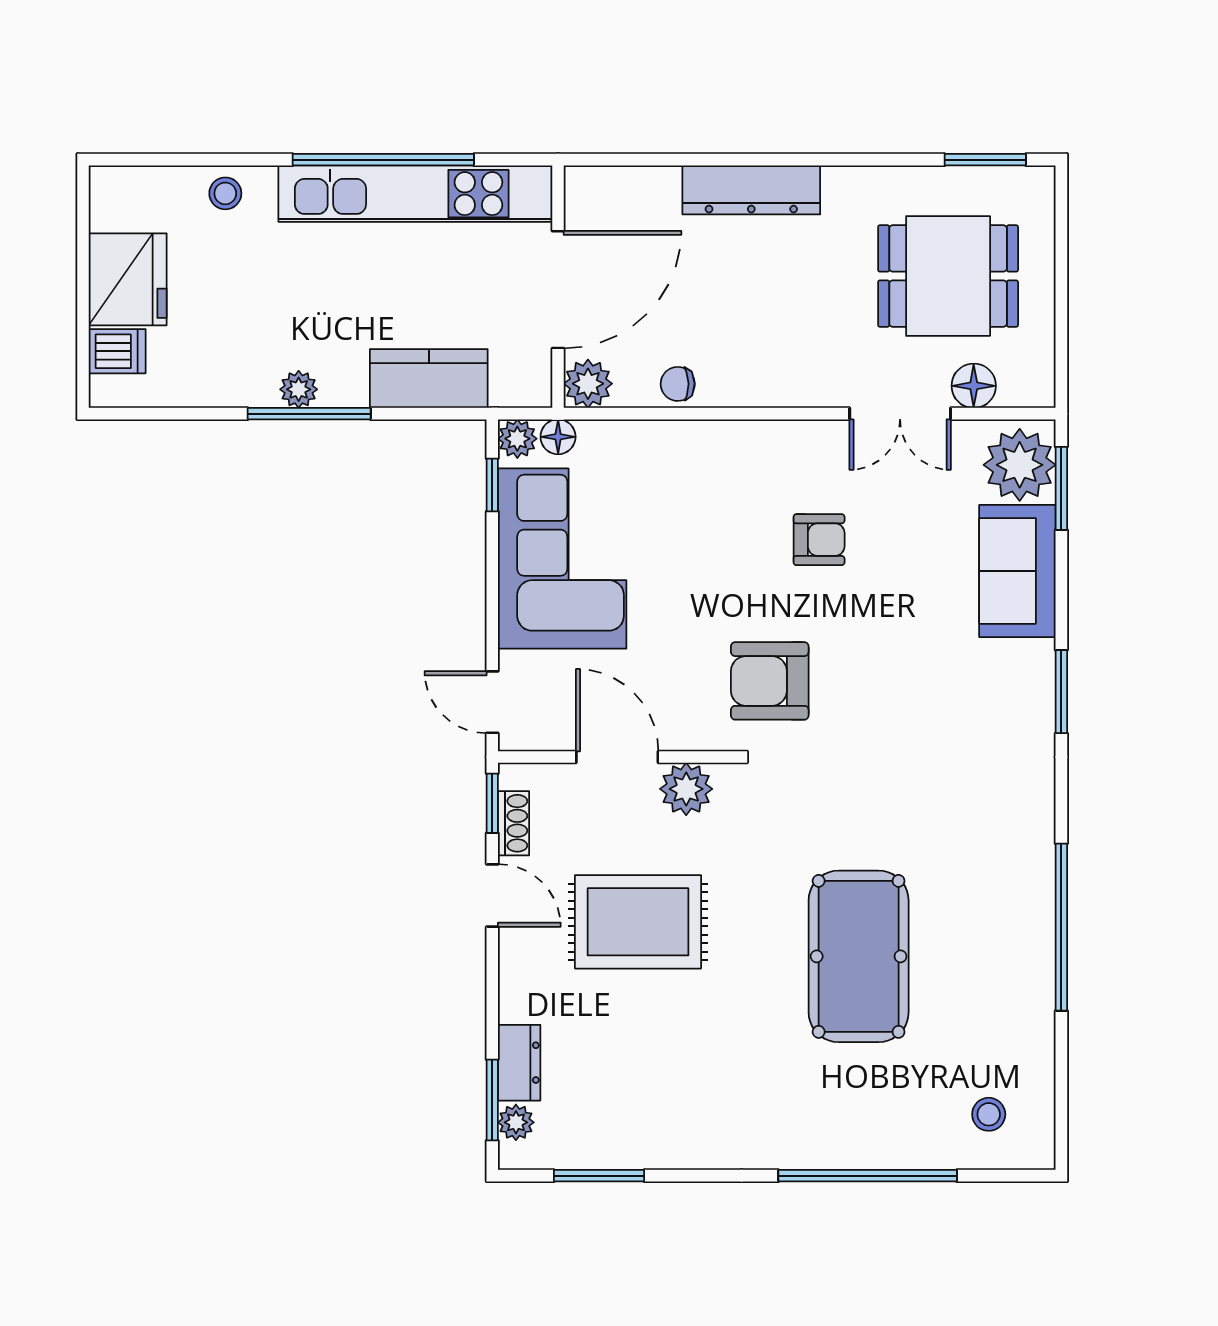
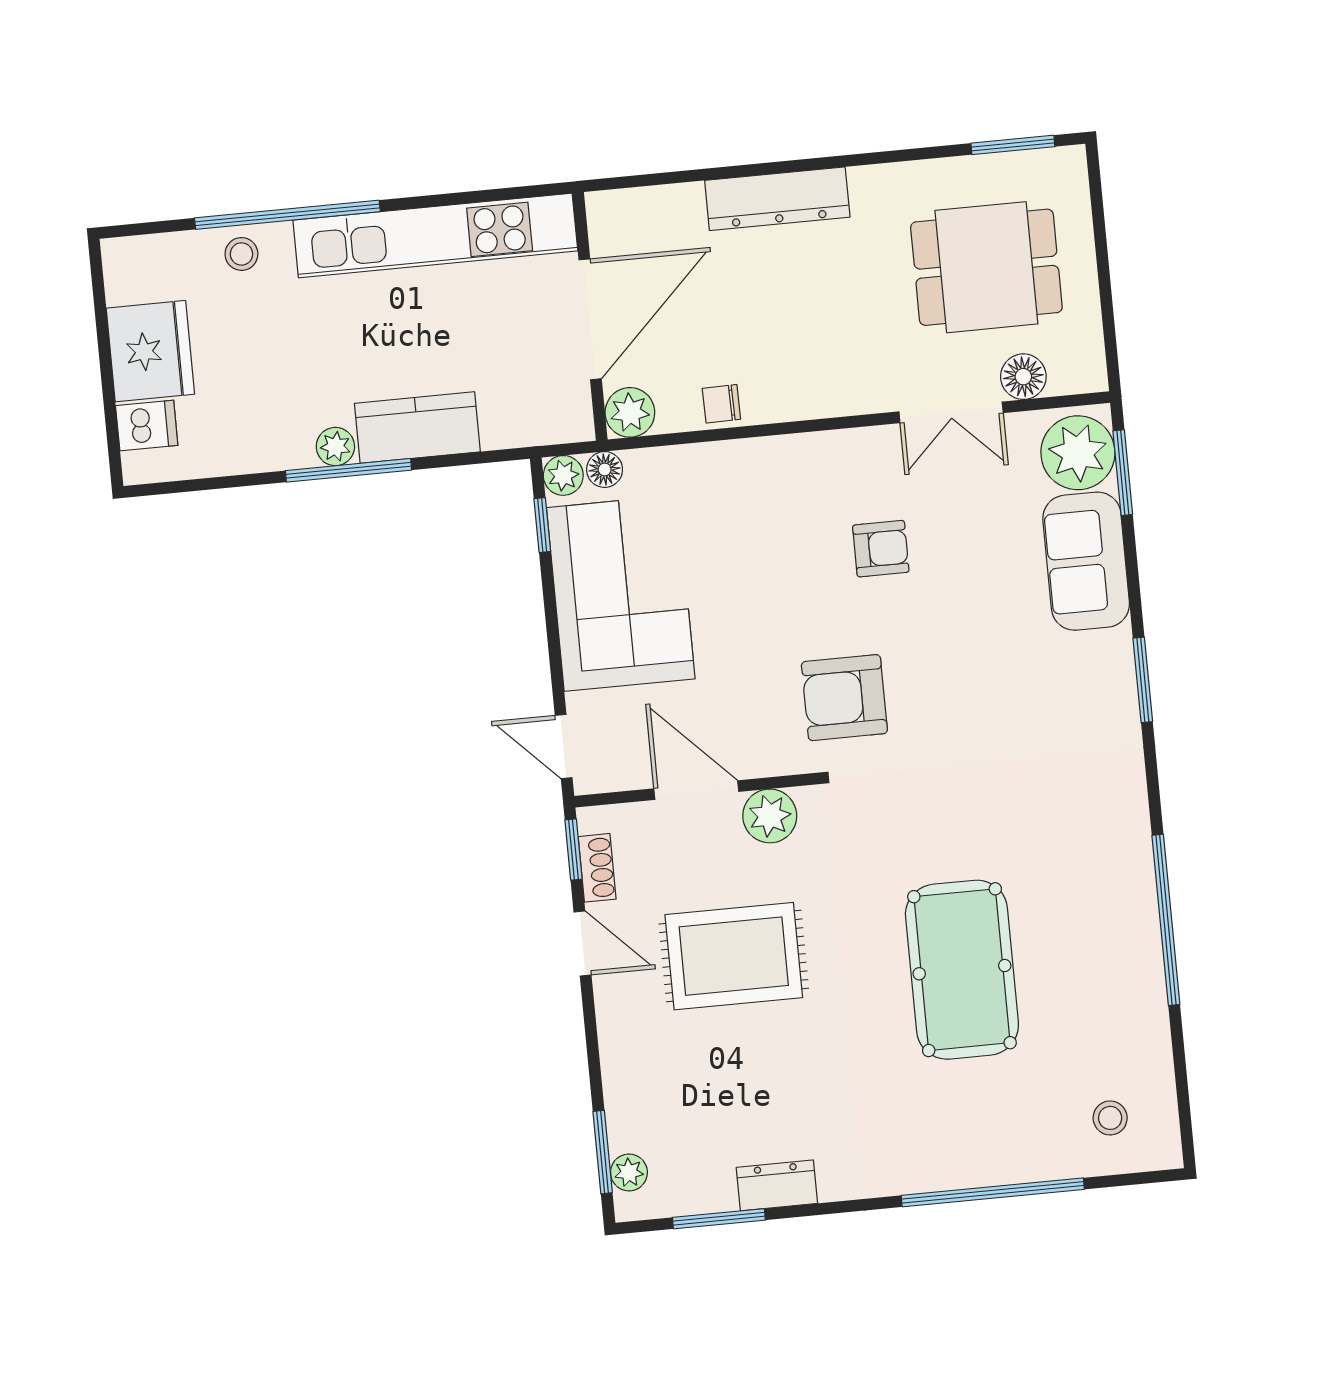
window: (383, 160) -> (287, 215), moved
kitchen counter: (429, 379) -> (417, 428), moved
dresser: (519, 1063) -> (777, 1185), moved, turned -90

